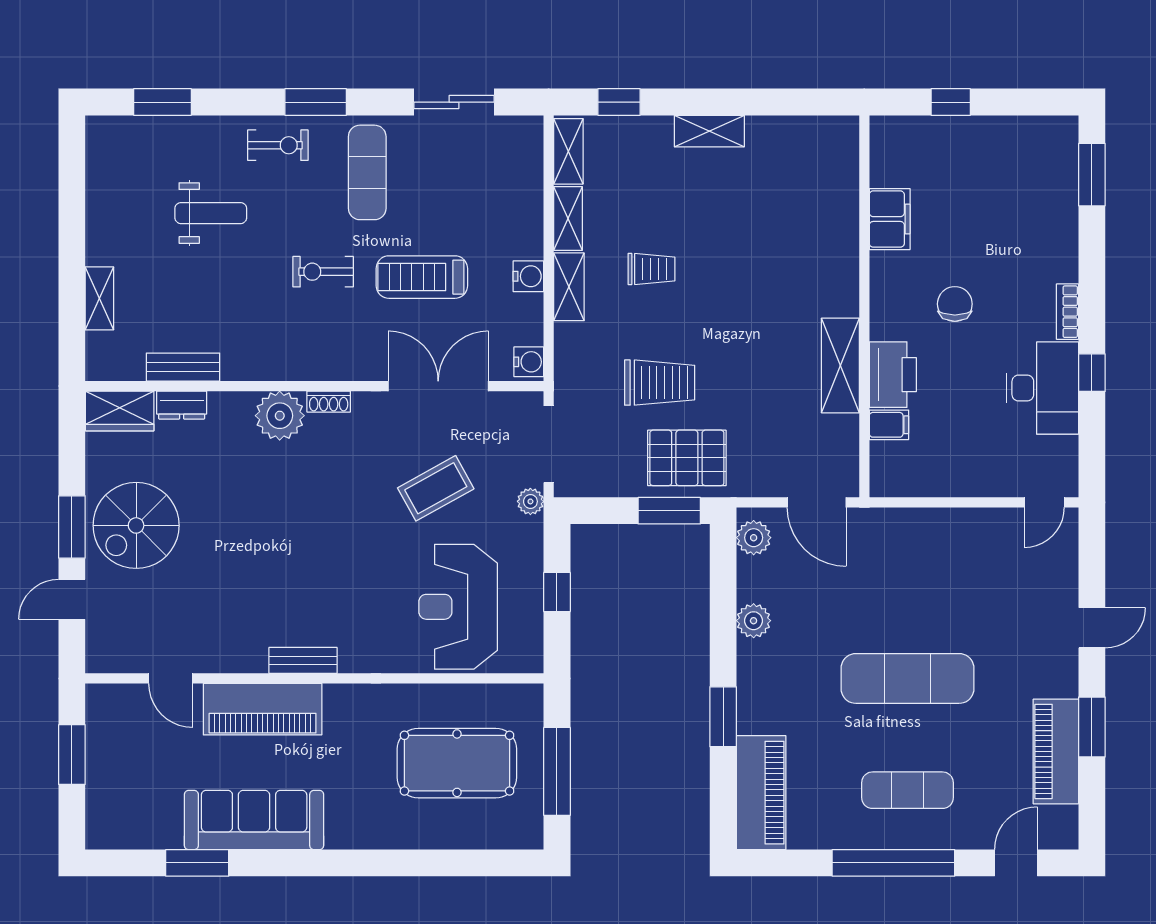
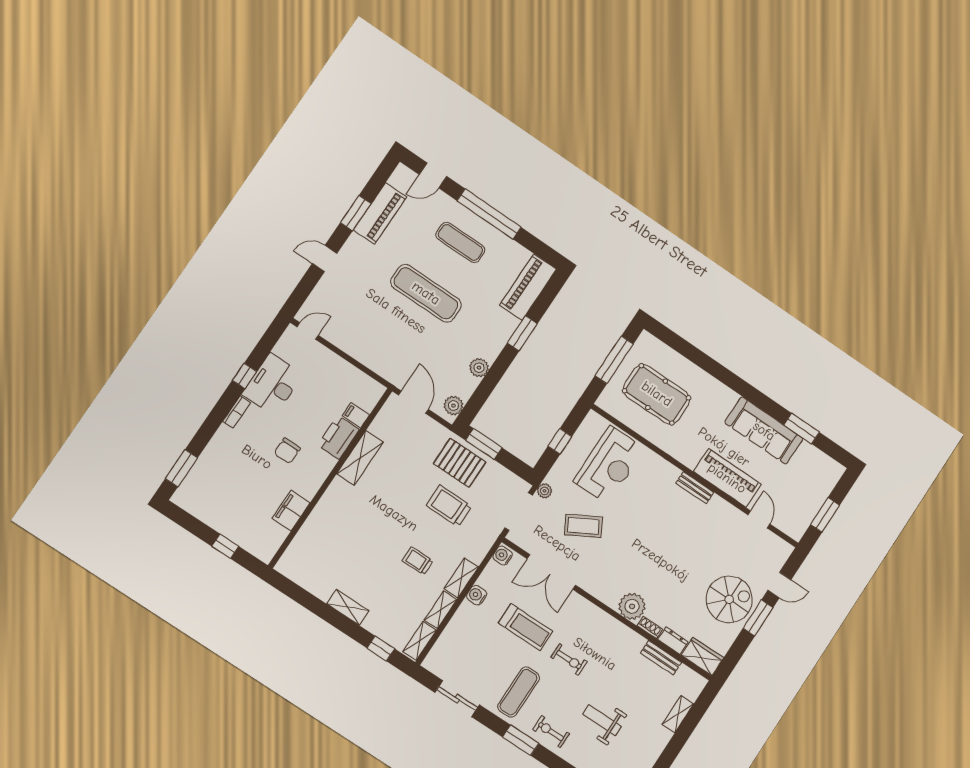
shoe rack: (329, 402) -> (650, 627), moved

